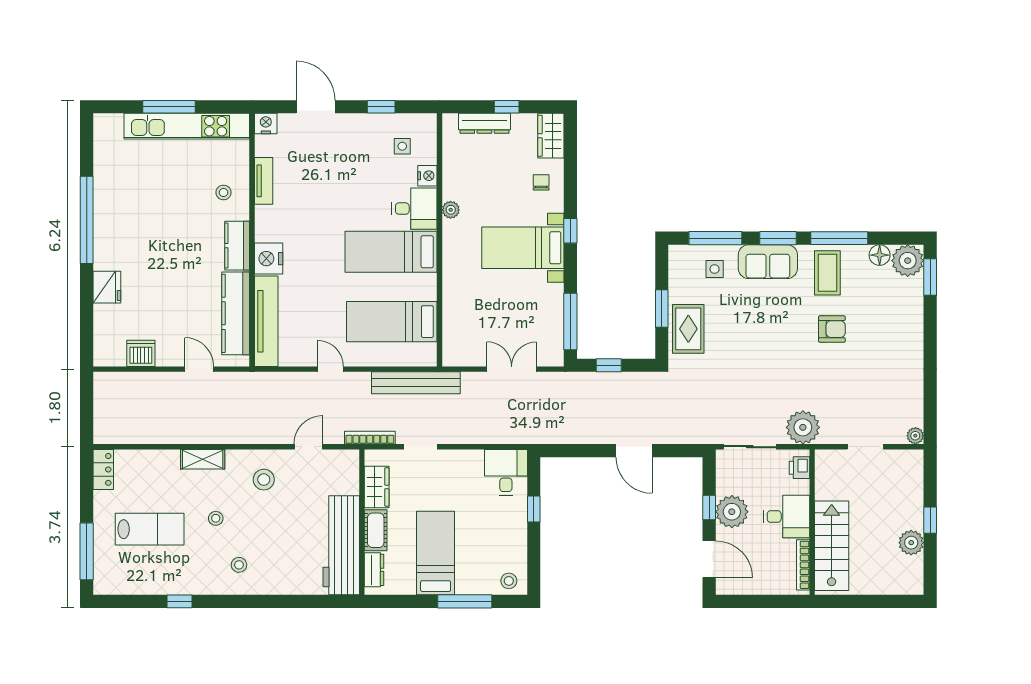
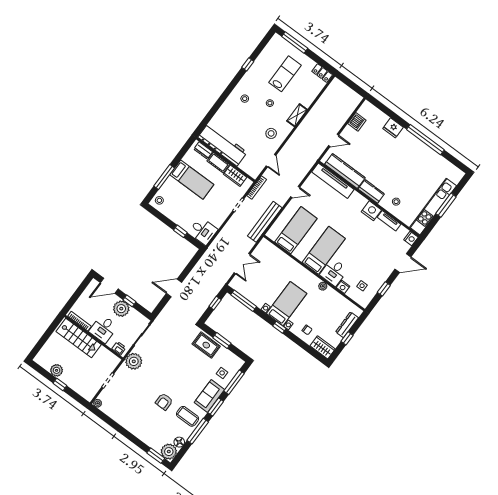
nightstand: (269, 259) -> (371, 211), moved
lab bench: (150, 529) -> (285, 74), turned 180

